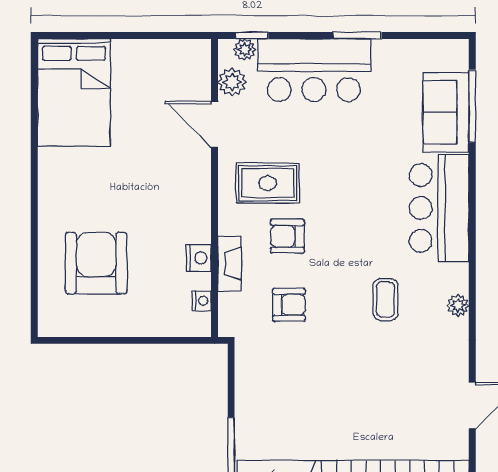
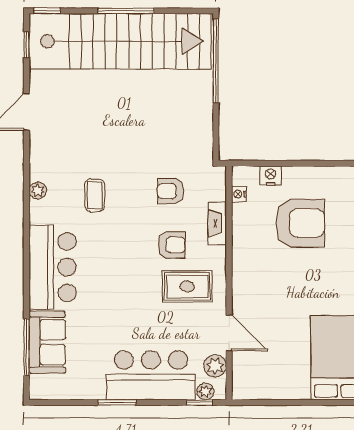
nightstand: (199, 258) -> (271, 175), moved, turned 90
armchair: (96, 263) -> (300, 223), moved, turned -90

